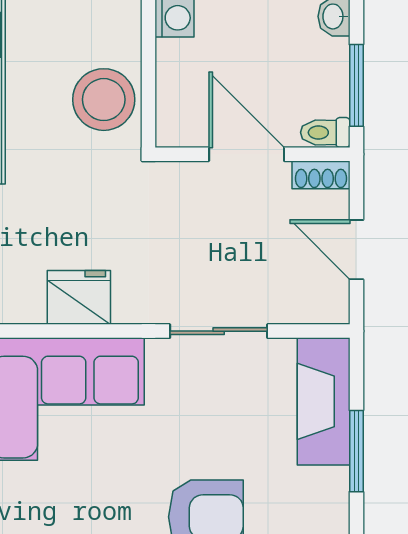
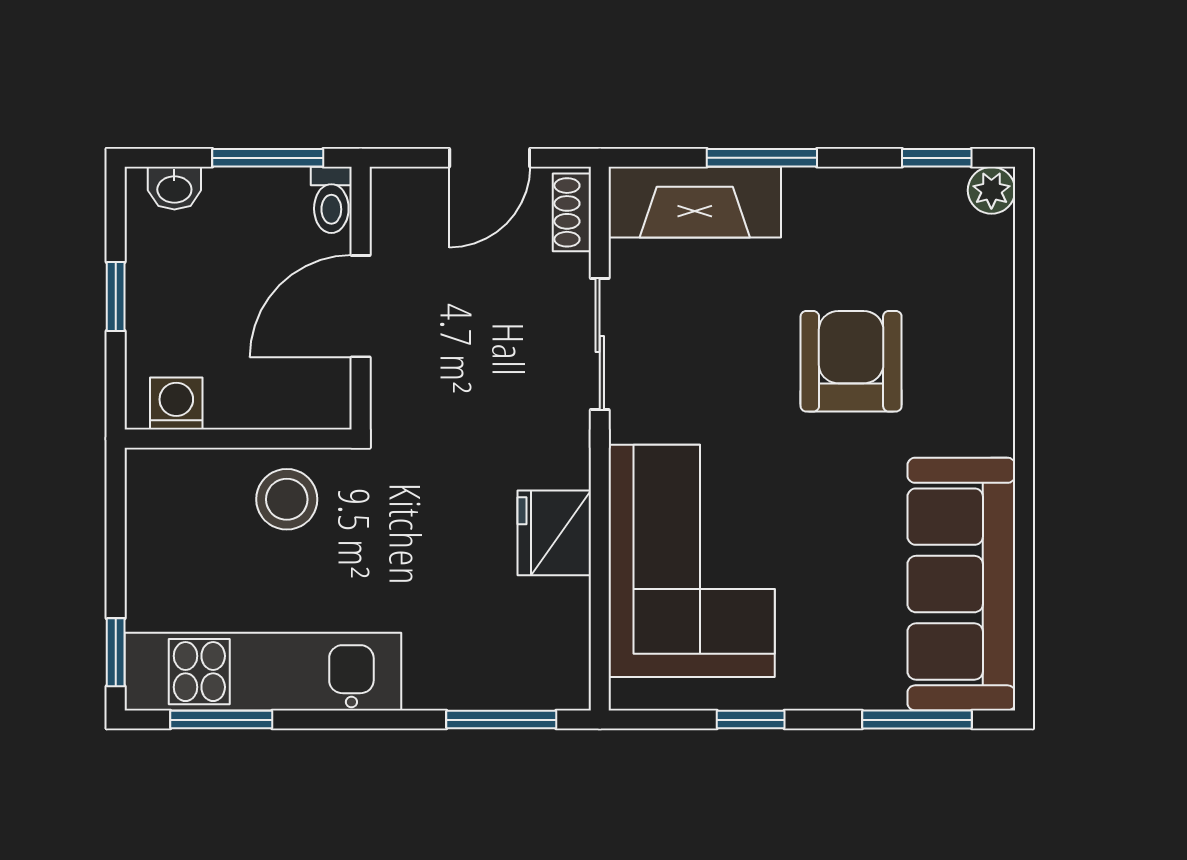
stool: (104, 100) -> (287, 499), width x0.73, depth x0.73
shoe rack: (321, 175) -> (572, 212), moved, turned 180

